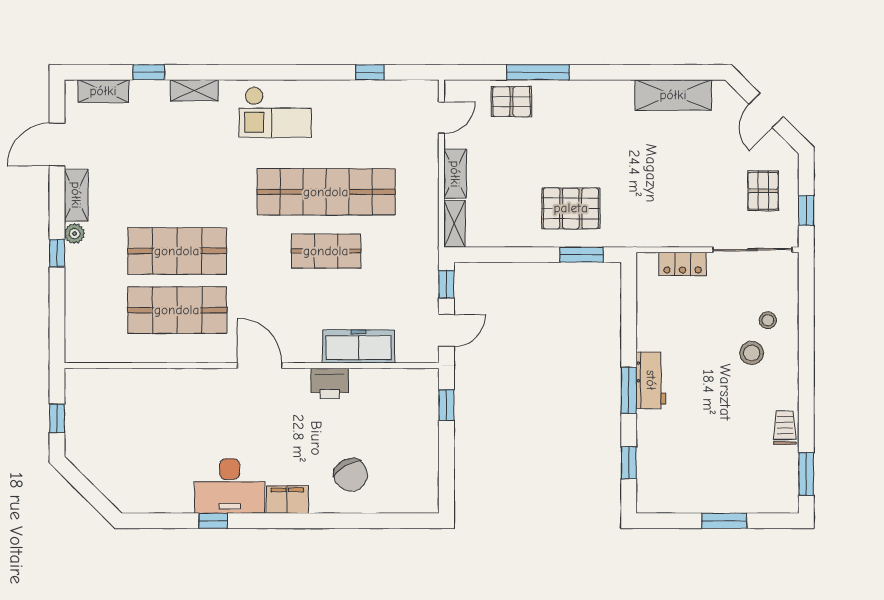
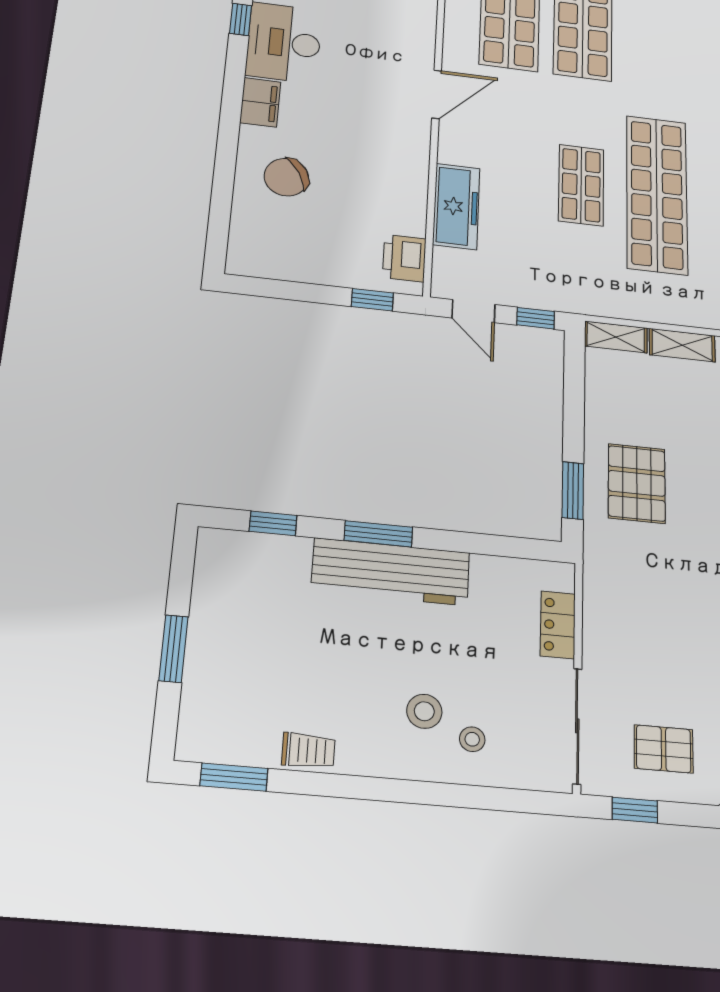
workbench: (651, 380) -> (391, 572), width x1.88, depth x1.32
printer: (330, 383) -> (404, 258), moved

